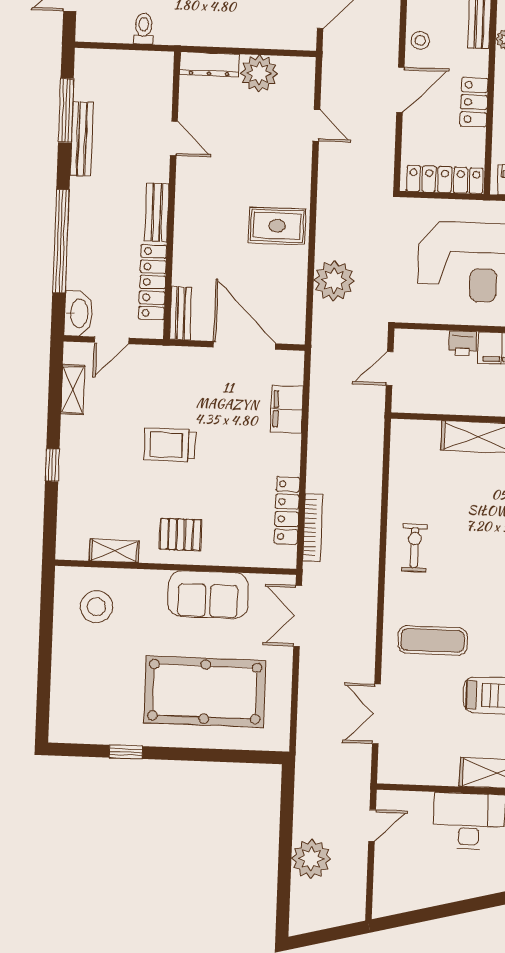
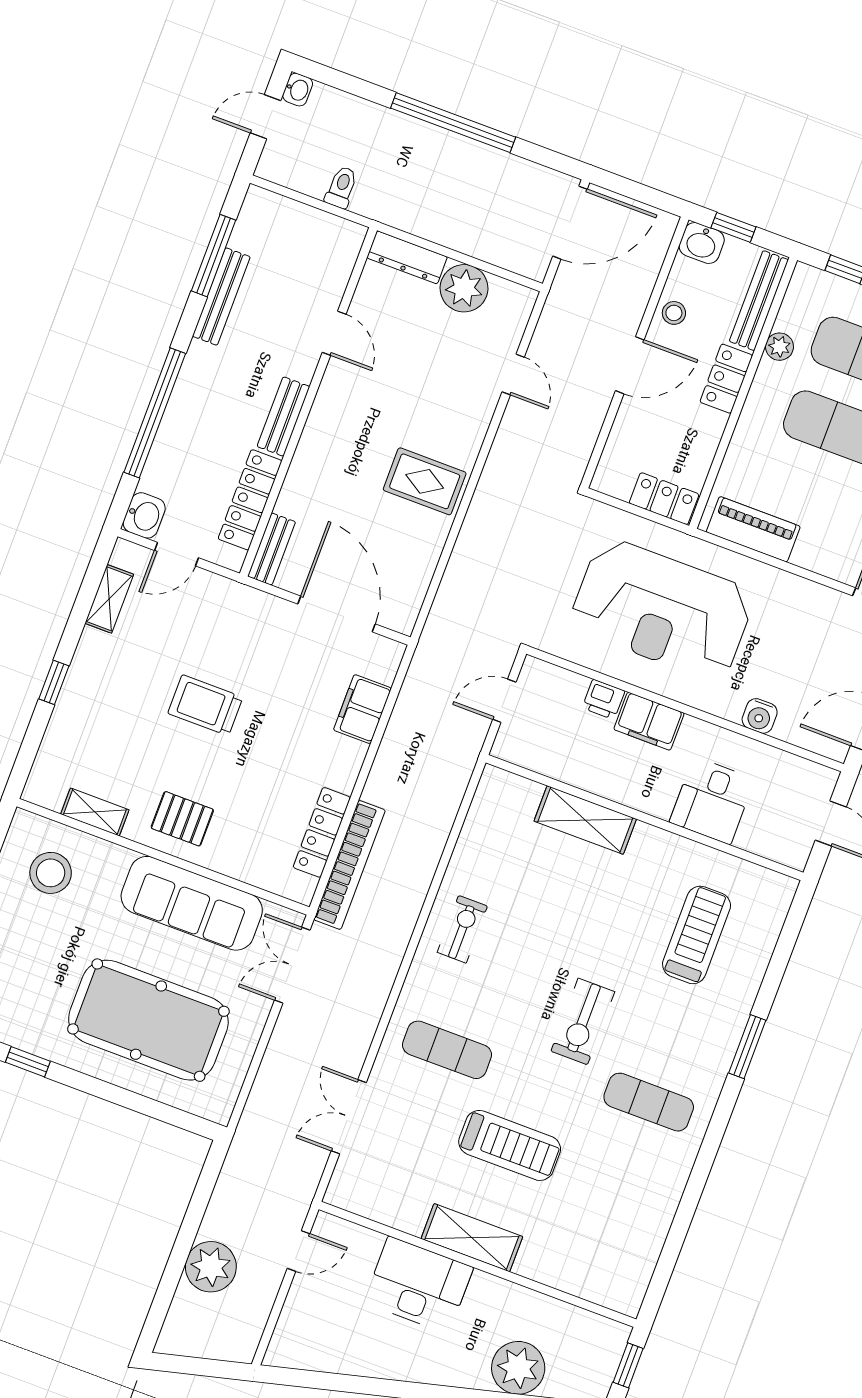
locker: (474, 102) -> (726, 379), moved
locker: (445, 180) -> (664, 499), width x0.66
plant: (334, 281) -> (472, 571), removed
washbasin: (78, 313) -> (144, 515), width x0.72
bookcase: (313, 528) -> (350, 865), width x1.48, depth x1.31
sofa: (208, 595) -> (192, 903), width x1.36

